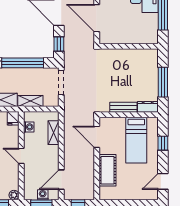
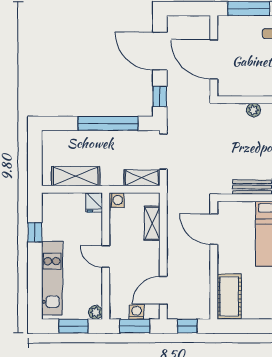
plant: (124, 54) -> (253, 110), added
shelving: (30, 101) -> (142, 178), moved
washing machine: (29, 127) -> (116, 200), moved
cot: (108, 170) -> (229, 296), moved

